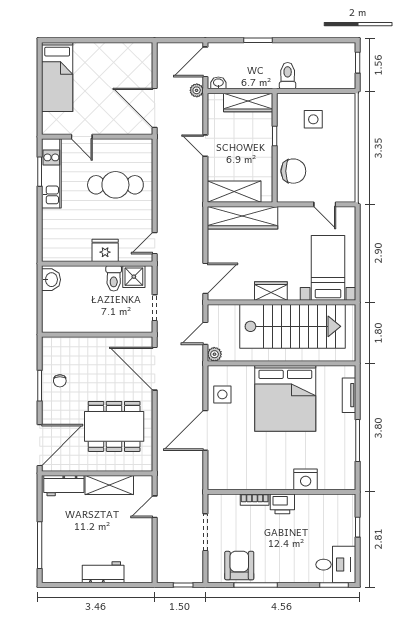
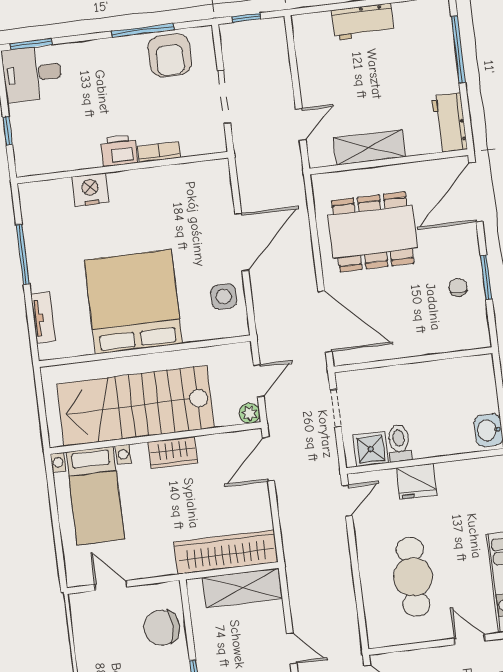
cafe table: (115, 185) -> (413, 577), turned 90
plant: (214, 354) -> (250, 413), moved
workbench: (64, 486) -> (449, 123), moved, turned -90

